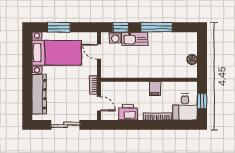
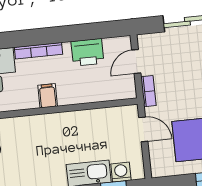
door: (99, 52) -> (143, 129), moved
door: (99, 104) -> (136, 61), hinge flipped

